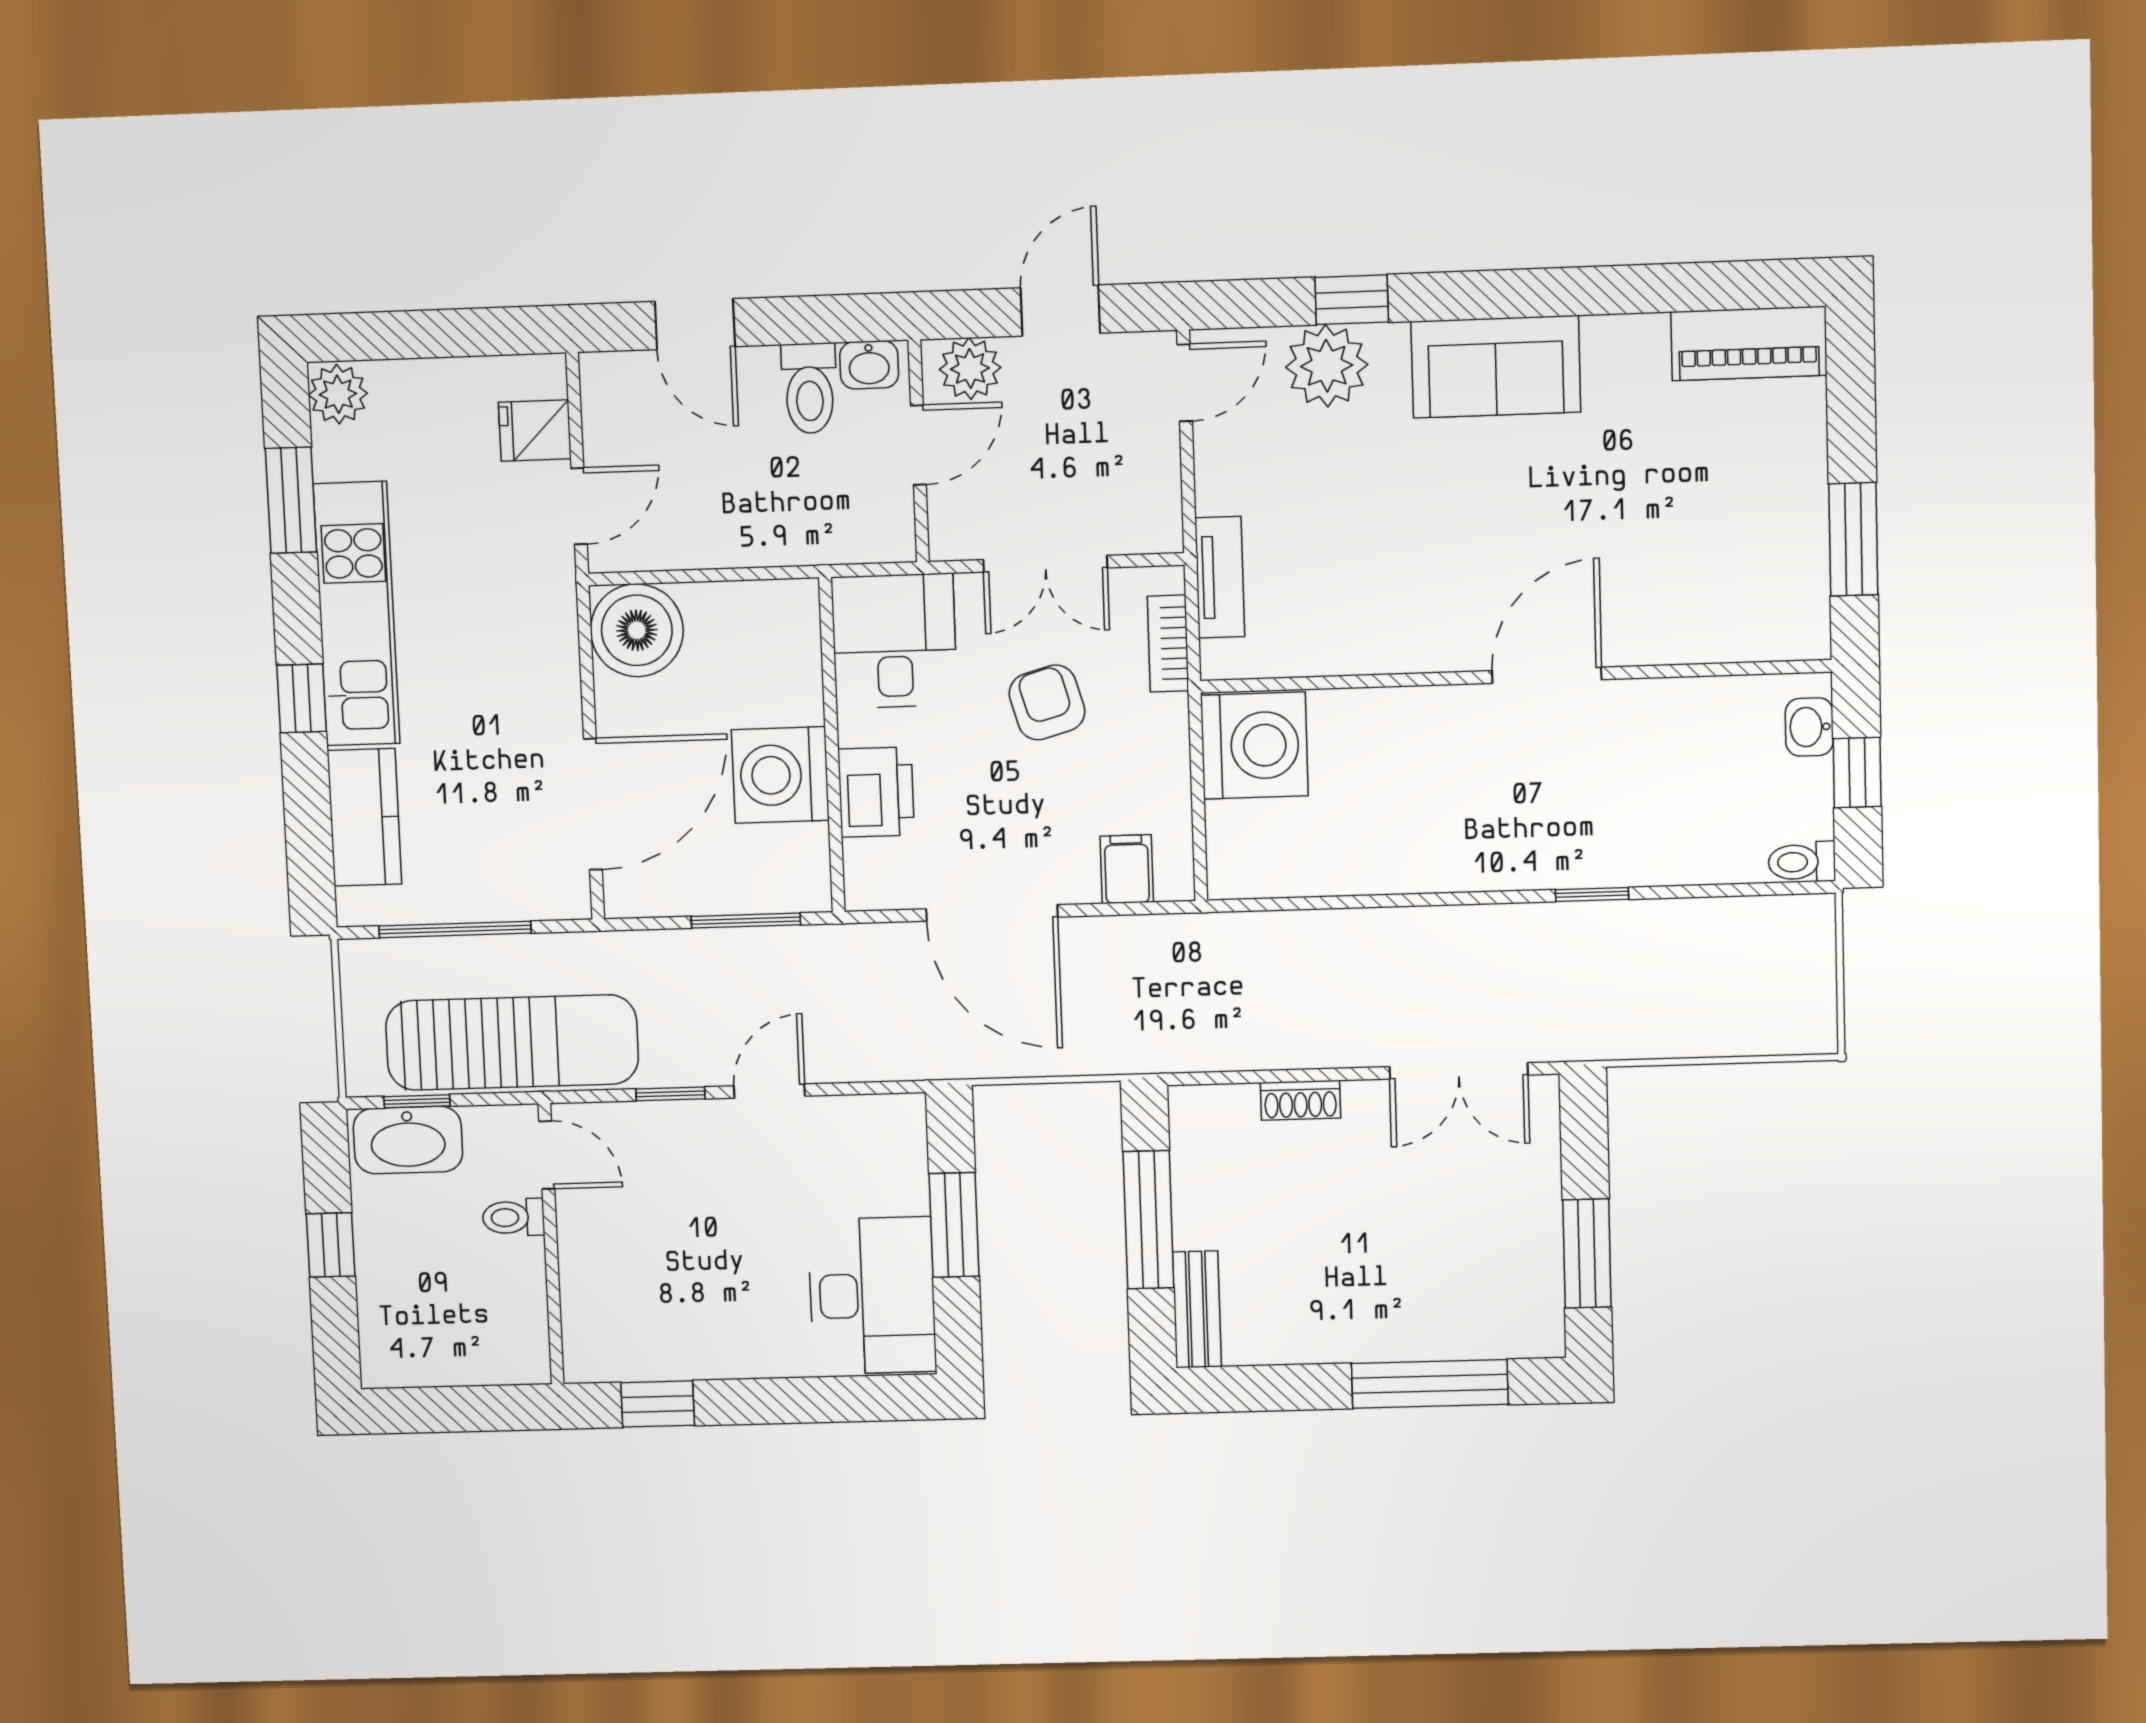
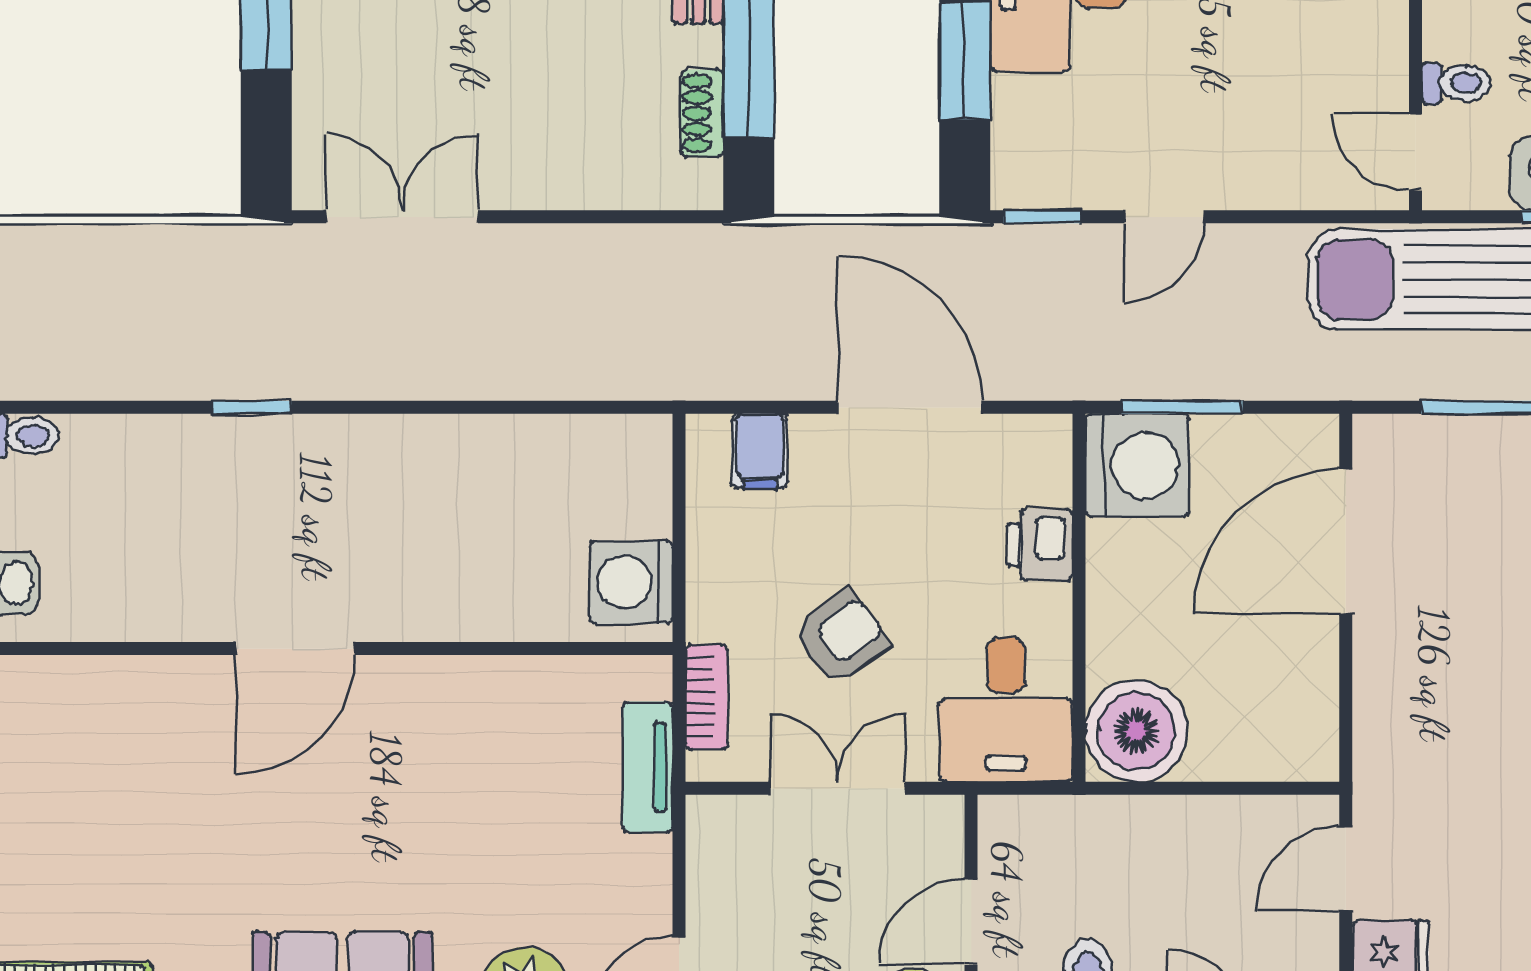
boiler: (637, 630) -> (1136, 731), moved
armchair: (1047, 702) -> (841, 637), turned -110
washing machine: (1254, 746) -> (631, 582), width x0.73, depth x0.73
washing machine: (780, 775) -> (1137, 465), moved
printer: (876, 792) -> (1040, 545), width x0.73, depth x0.81
window: (670, 1094) -> (1042, 217), moved
shoe rack: (1300, 1100) -> (702, 113), moved, turned -90

